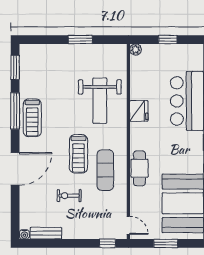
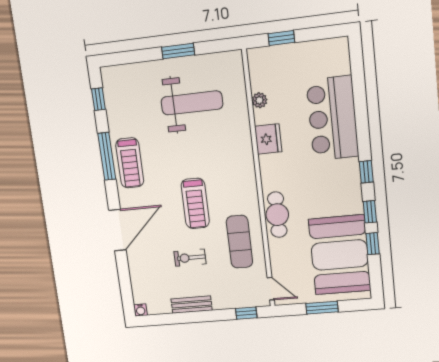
window: (168, 40) -> (281, 38), moved
plant: (136, 49) -> (259, 100), moved
window: (15, 67) -> (98, 99), width x0.67
weight bench: (100, 101) -> (192, 103), moved, turned -90
exercise mat: (105, 170) -> (239, 242), moved
bench: (46, 233) -> (192, 305), moved

